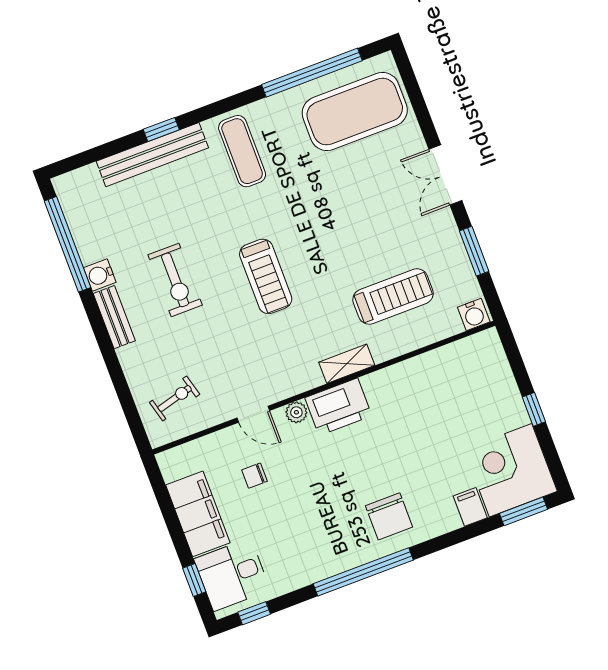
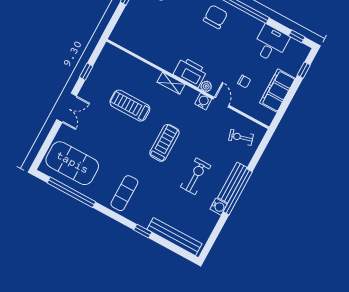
bench: (152, 155) -> (174, 237), moved
window: (67, 244) -> (238, 192), moved
window: (474, 251) -> (86, 72), width x0.67
treadmill: (393, 296) -> (130, 106), moved
water cooler: (474, 314) -> (203, 101), moved
bench: (114, 317) -> (232, 182), width x1.36
desk: (232, 575) -> (271, 44), moved, turned -90

